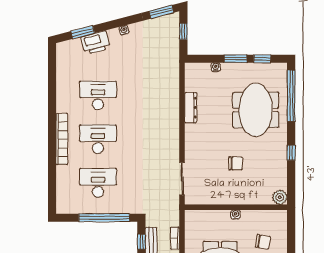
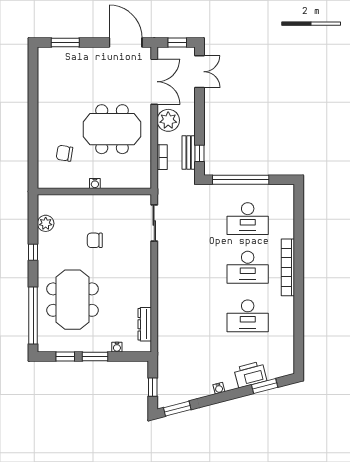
dresser: (191, 108) -> (145, 324), moved
plant: (280, 197) -> (46, 223), moved

